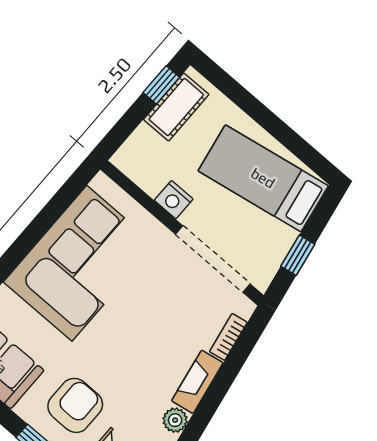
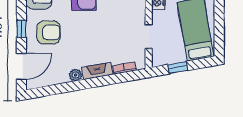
doorway: (213, 259) -> (149, 37), width x0.53

